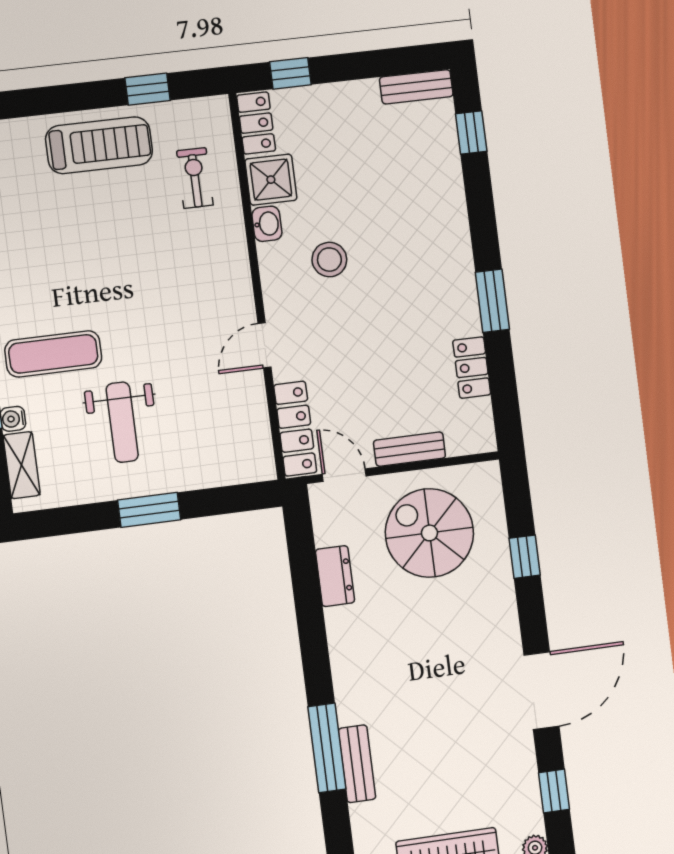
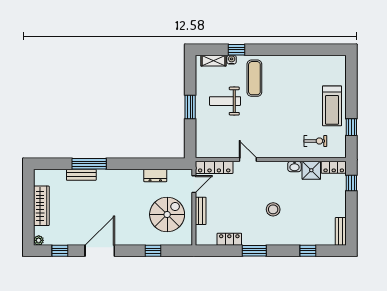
window: (471, 133) -> (308, 251), moved
stool: (329, 260) -> (273, 209), moved
door: (541, 691) -> (100, 251), swing flipped

